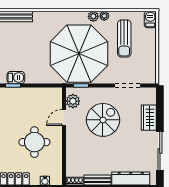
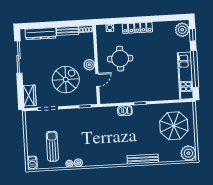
parasol: (79, 54) -> (88, 132), removed
barbecue: (16, 78) -> (125, 111), moved
plant: (73, 101) -> (89, 65), moved
wardrobe: (149, 118) -> (30, 95), moved
spiral stairs: (103, 120) -> (66, 80), turned 180

